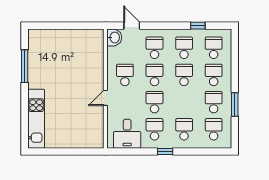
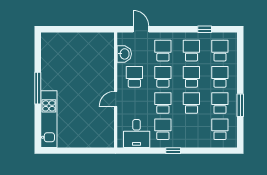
washbasin: (114, 37) -> (124, 54), moved
window: (25, 66) -> (38, 88), moved
school desk: (184, 129) -> (191, 103), moved

